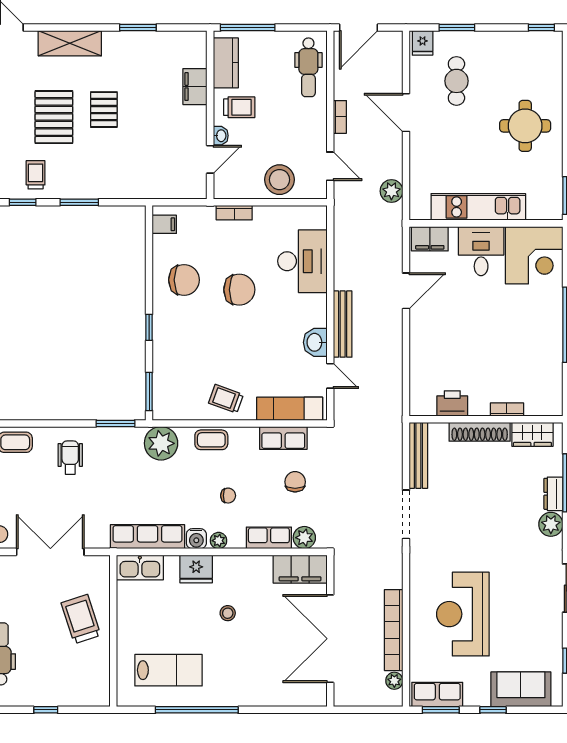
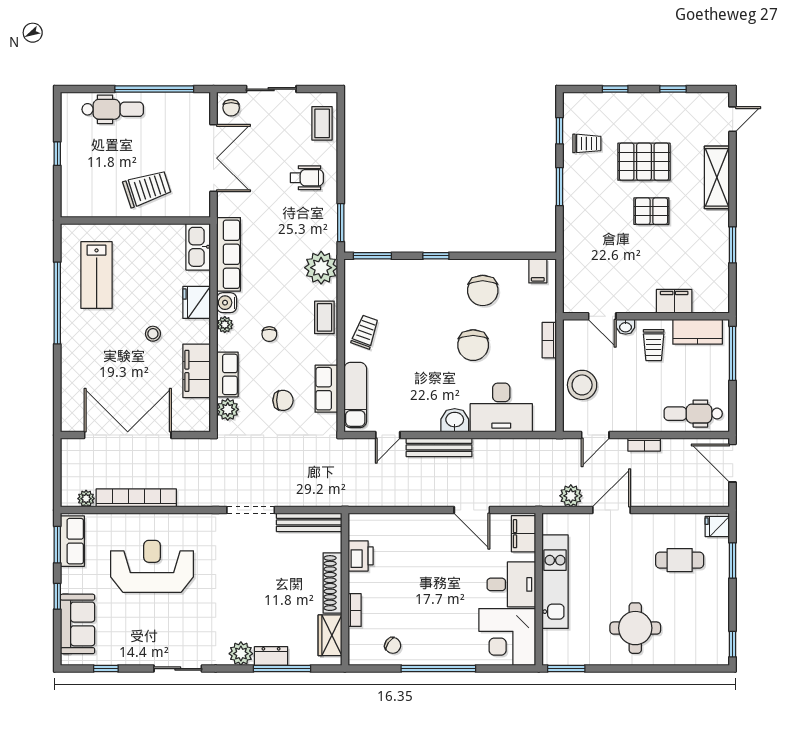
door: (406, 113) -> (611, 510), moved
washbasin: (315, 342) -> (455, 420), moved
chair: (543, 371) -> (393, 645), added
filing cabinet: (300, 569) -> (197, 371), moved

